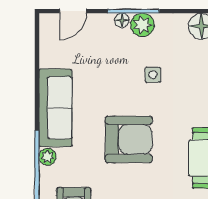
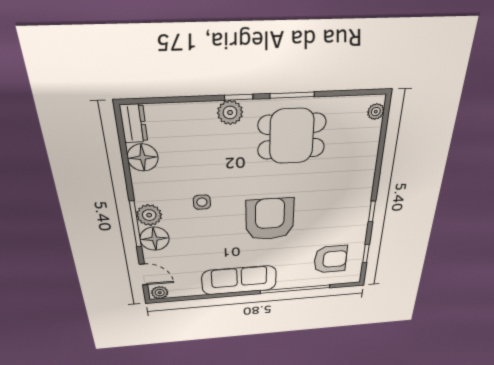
floor lamp: (122, 20) -> (155, 239), width x1.89, depth x1.89
plant: (48, 157) -> (160, 293), moved

